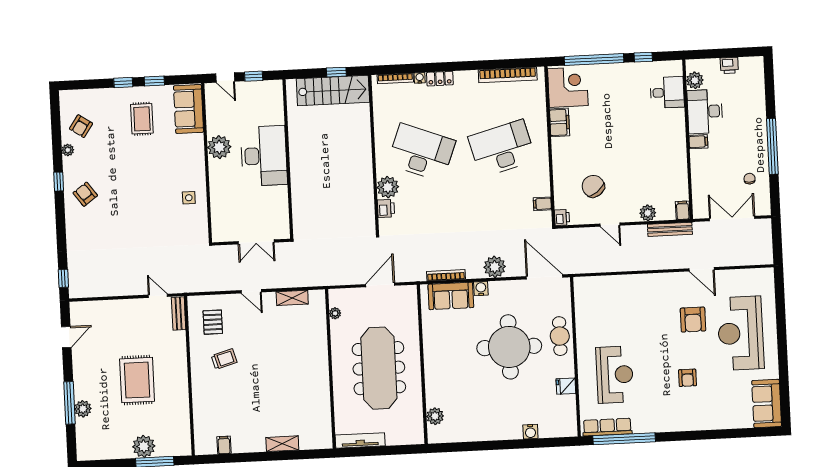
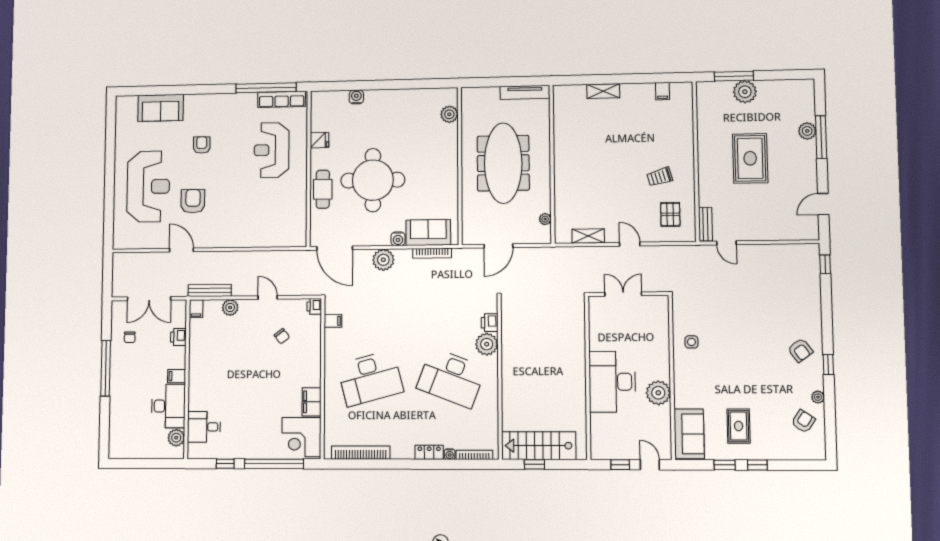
printer: (729, 65) -> (178, 337), moved, turned -90
chair: (593, 186) -> (282, 336), width x0.54, depth x0.54
sofa: (767, 403) -> (161, 108), moved, turned 90

